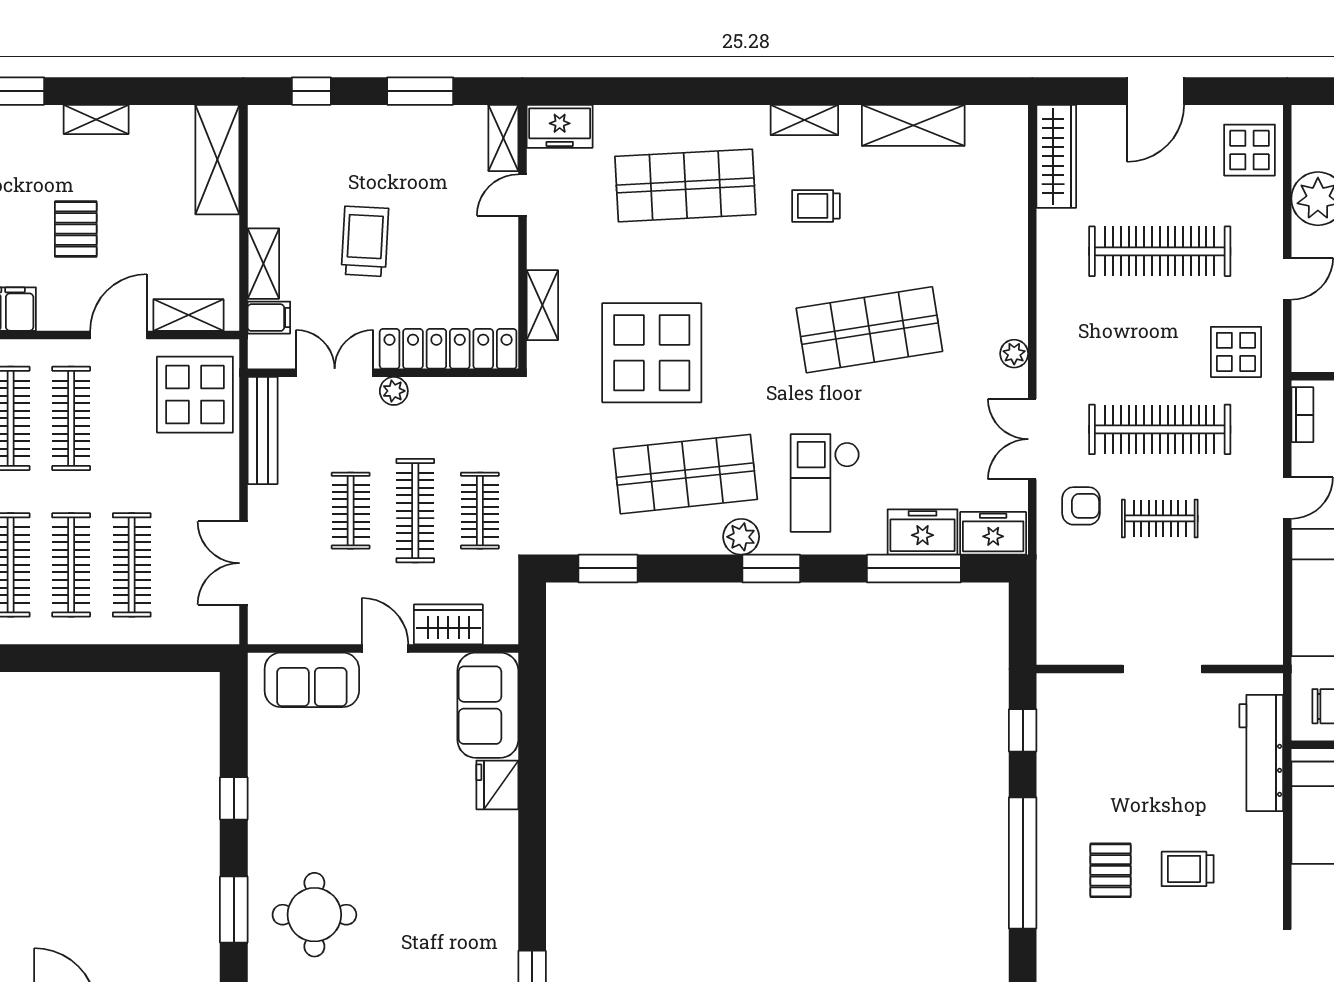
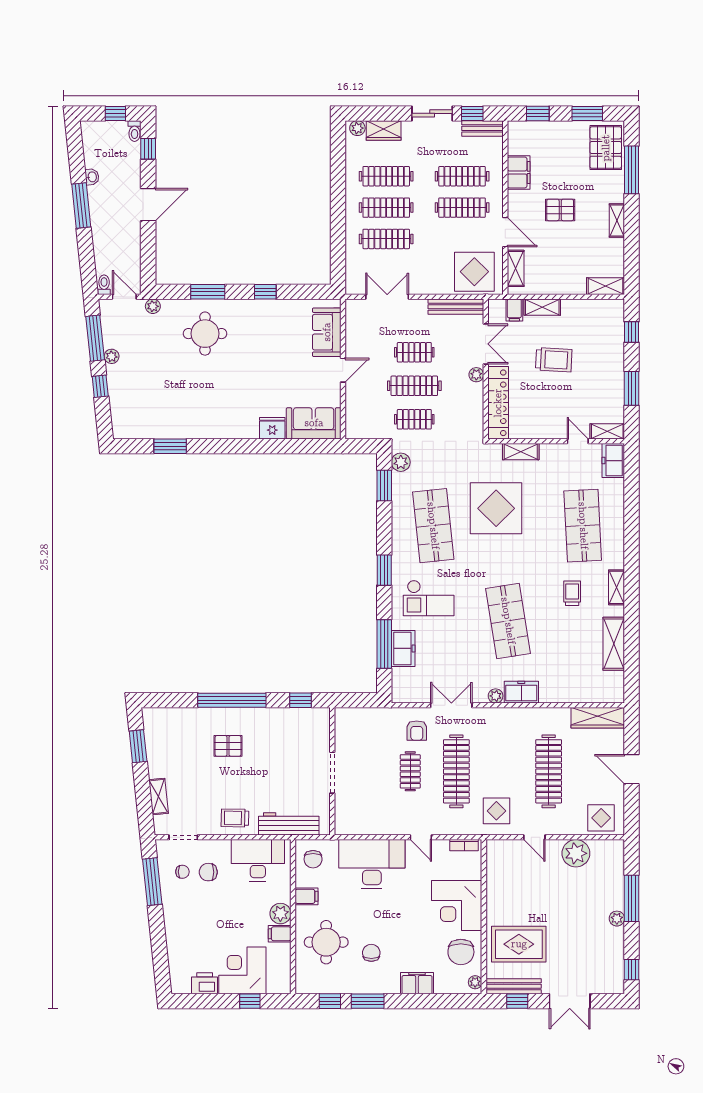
shelving: (217, 160) -> (606, 286), width x0.67, depth x0.75
checkout: (825, 483) -> (429, 598), turned 180
freezer: (993, 533) -> (521, 692), moved, turned -90
plant: (741, 537) -> (401, 462), moved
wardrobe: (448, 624) -> (355, 403), removed
trolley: (1188, 869) -> (235, 818), moved, turned -89

